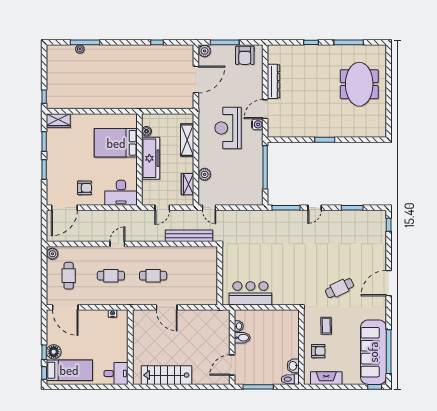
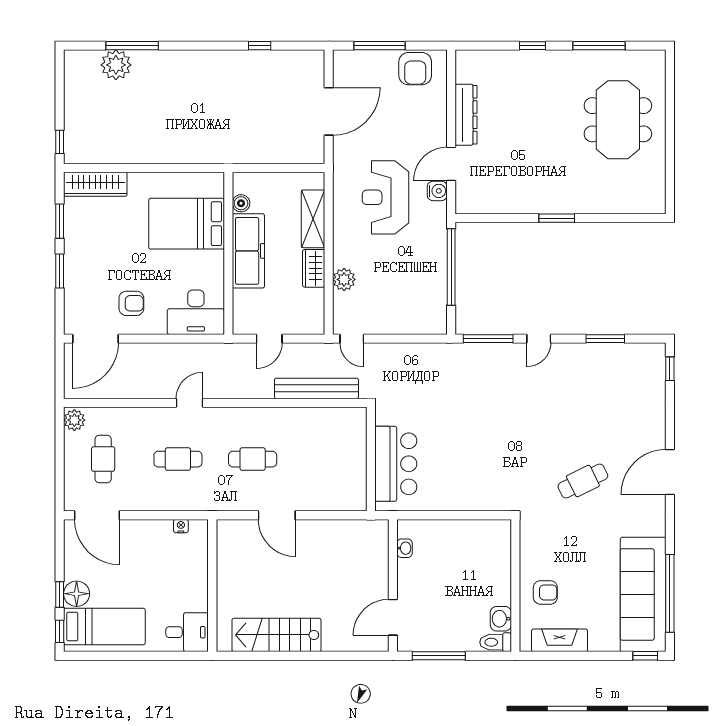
plant: (80, 49) -> (116, 65), width x1.88, depth x1.88
plant: (205, 51) -> (344, 61), removed
wardrobe: (58, 121) -> (95, 184), width x1.50
wardrobe: (187, 184) -> (314, 268), moved
bar counter: (250, 293) -> (396, 464), moved, turned 90
coffee table: (326, 326) -> (559, 548), removed
bidet: (242, 338) -> (411, 569), removed

